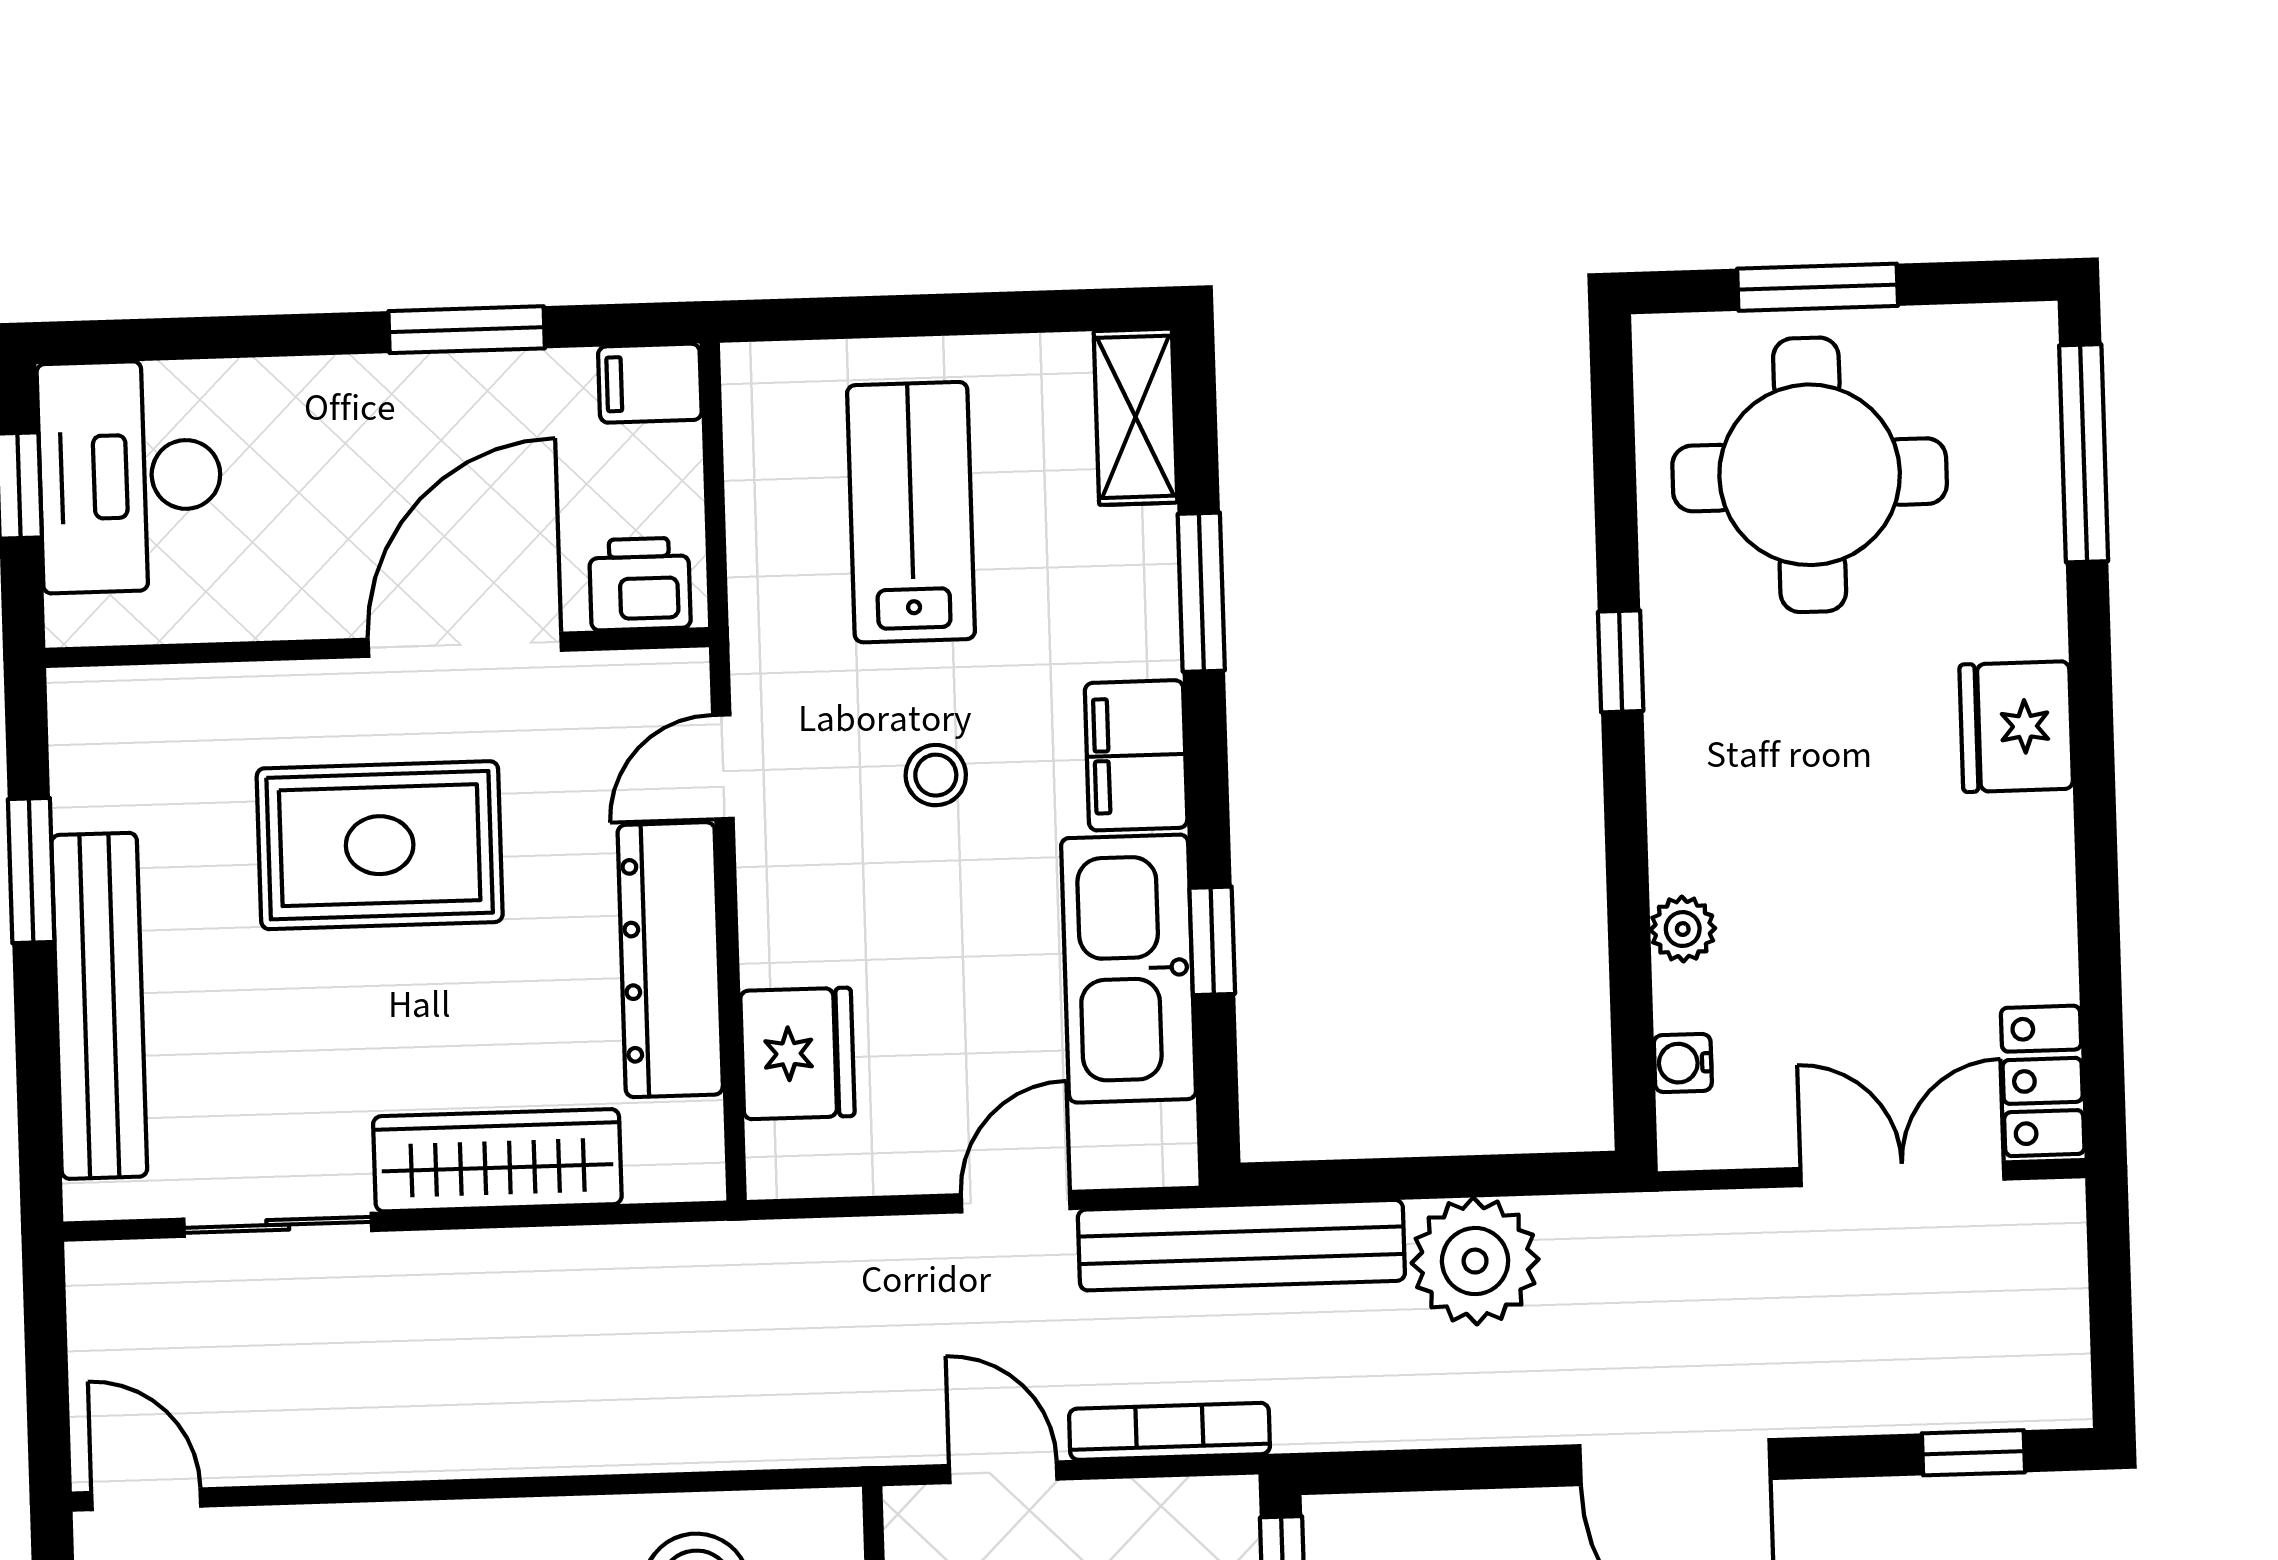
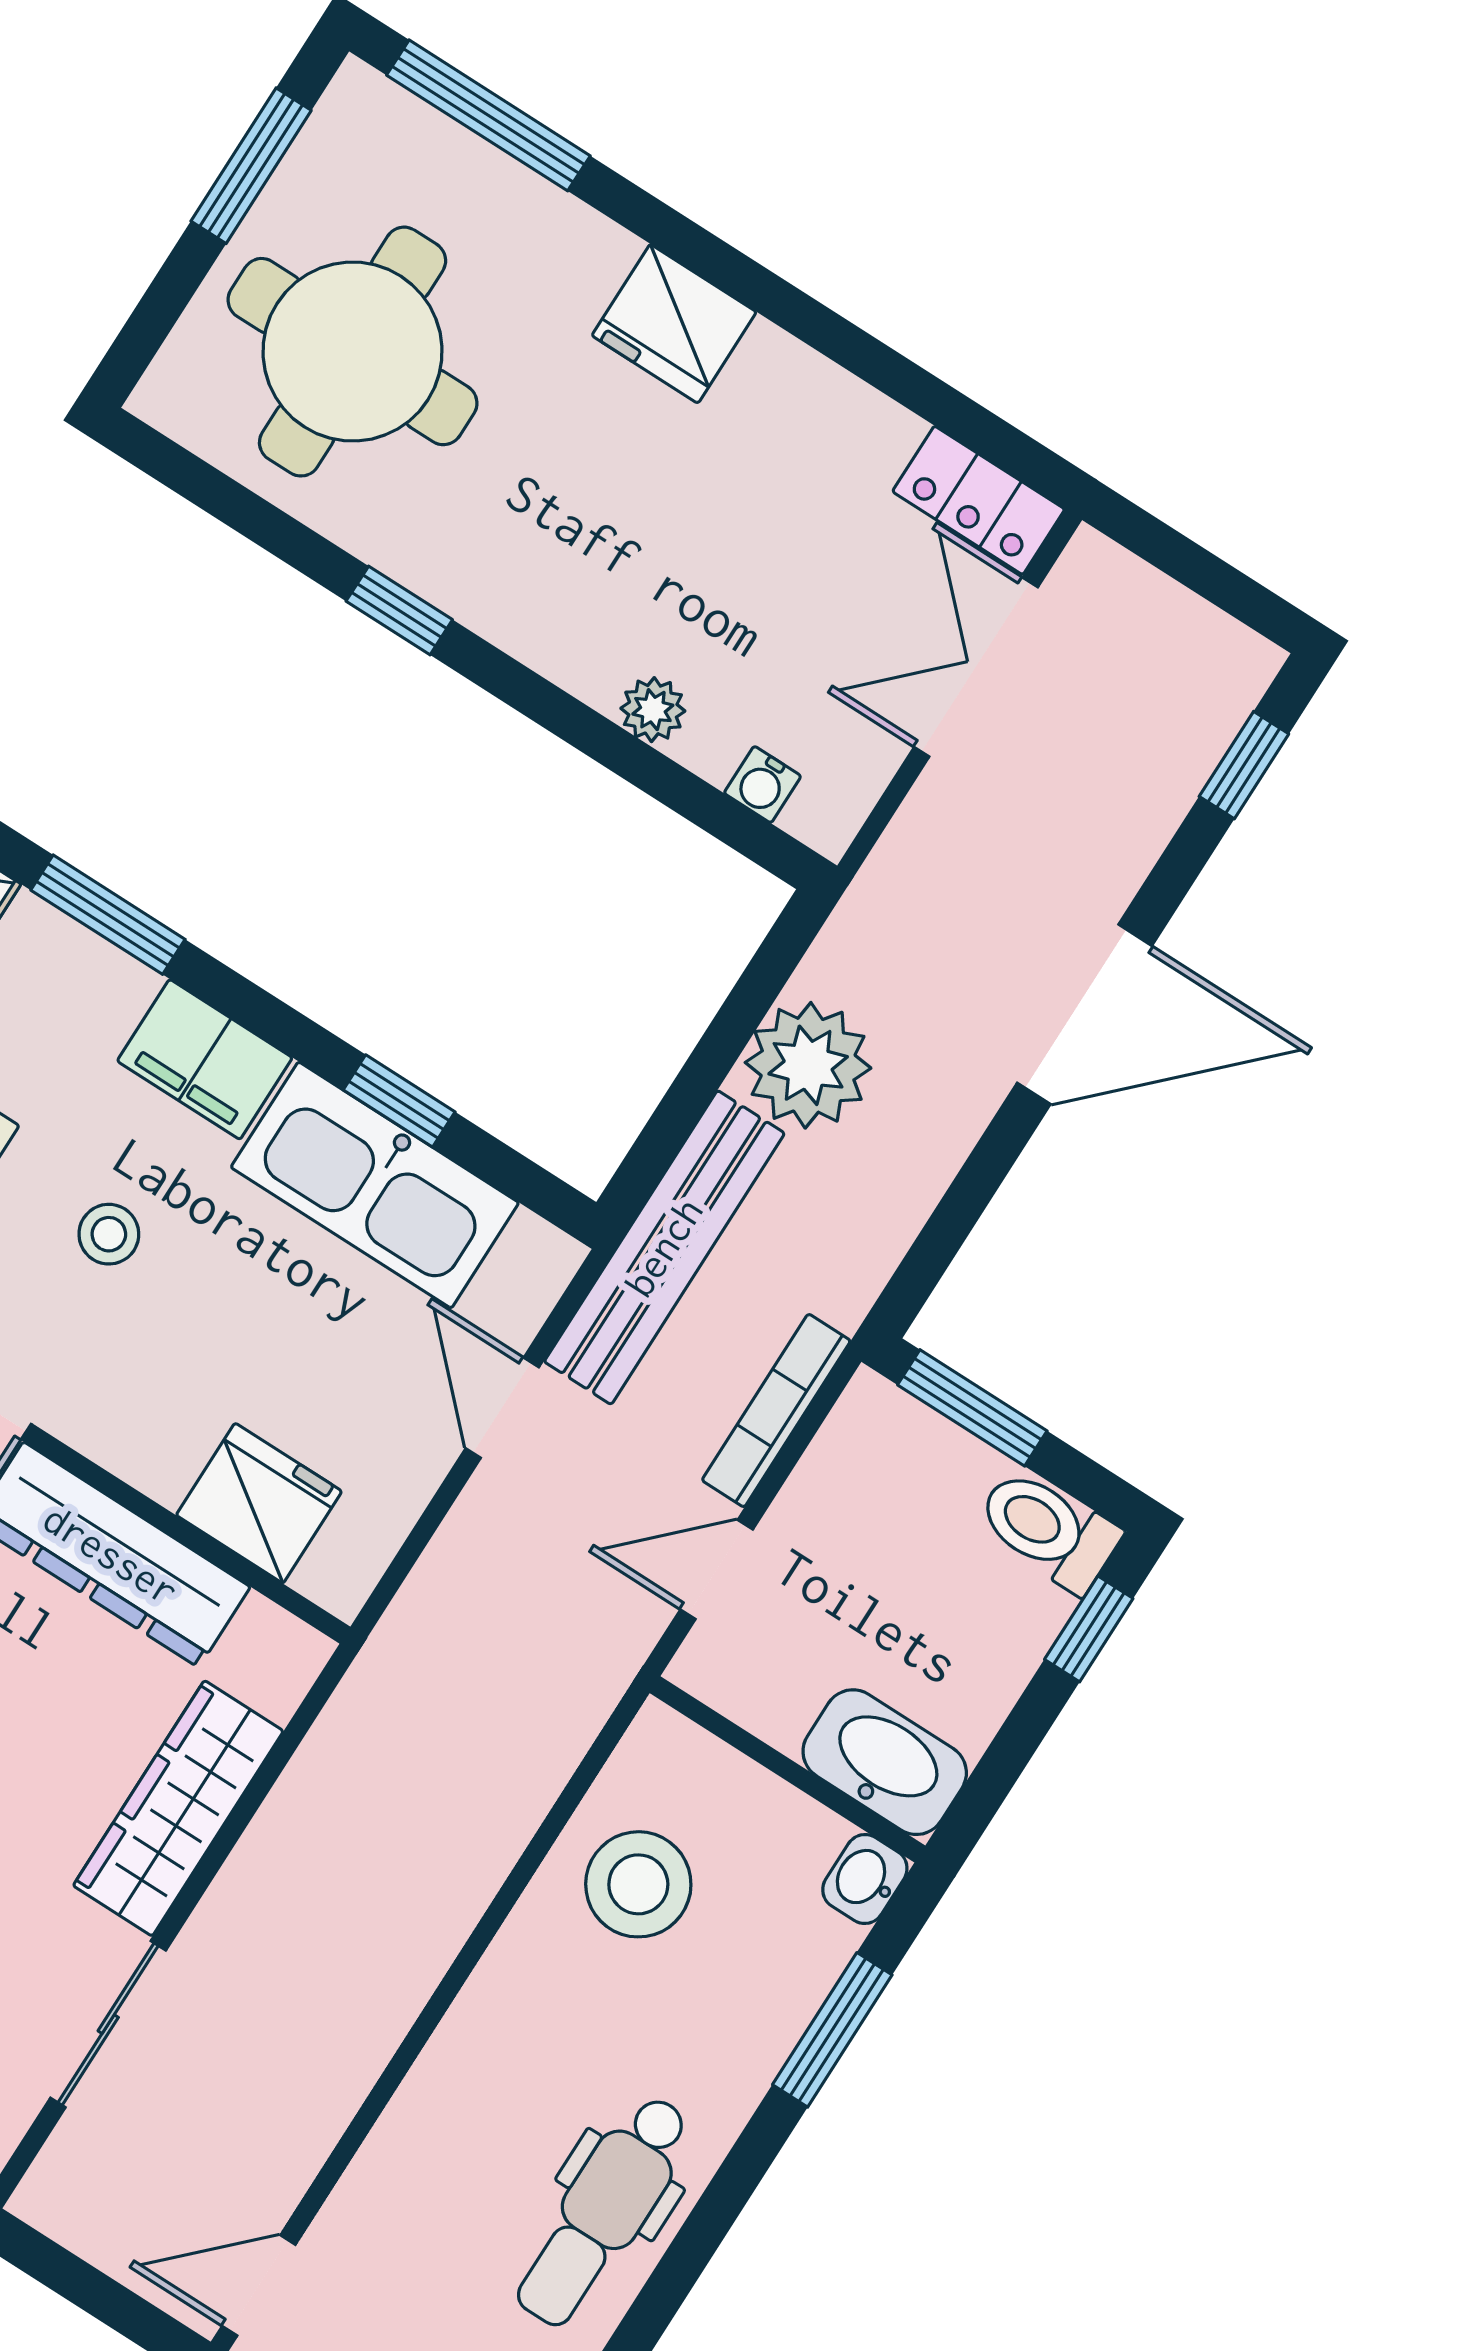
window: (1818, 287) -> (251, 166), moved

